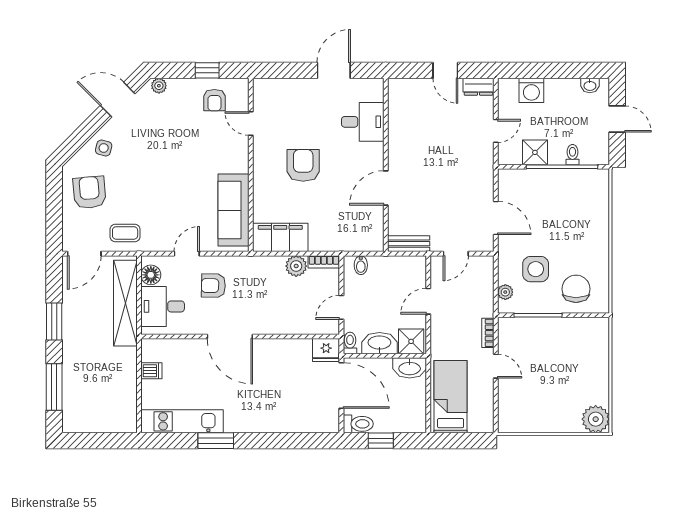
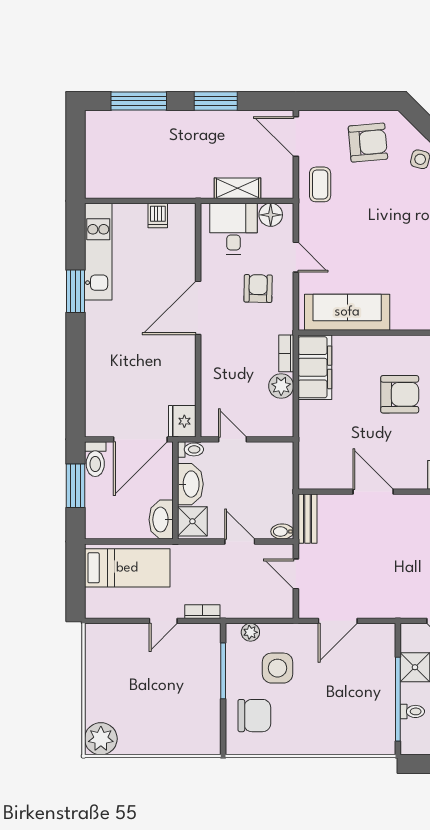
bookcase: (324, 262) -> (286, 353), moved
bidet: (361, 265) -> (282, 532), moved
shelving: (125, 303) -> (237, 188), width x0.45, depth x0.75
window: (381, 441) -> (76, 486), width x1.50

